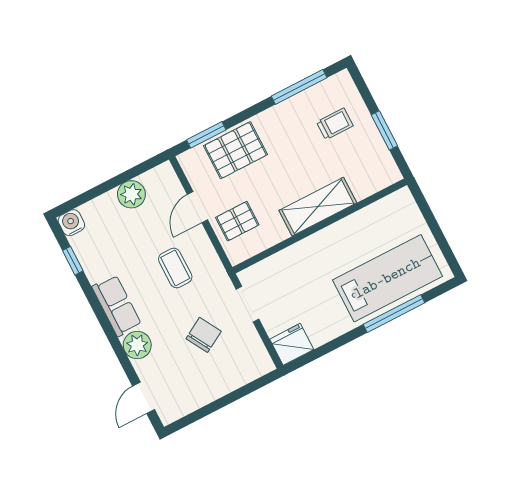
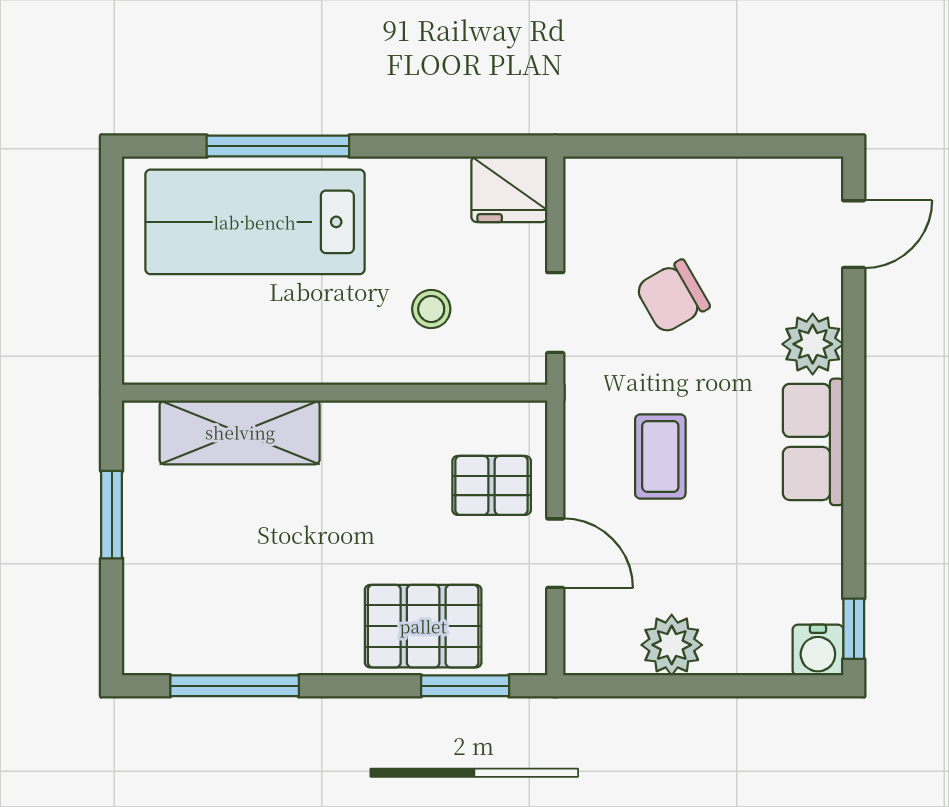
trolley: (335, 124) -> (202, 577), removed
door: (197, 207) -> (555, 553), hinge flipped
shelving: (318, 207) -> (240, 432), moved
window: (73, 261) -> (854, 629), moved
stool: (298, 280) -> (431, 309), added

